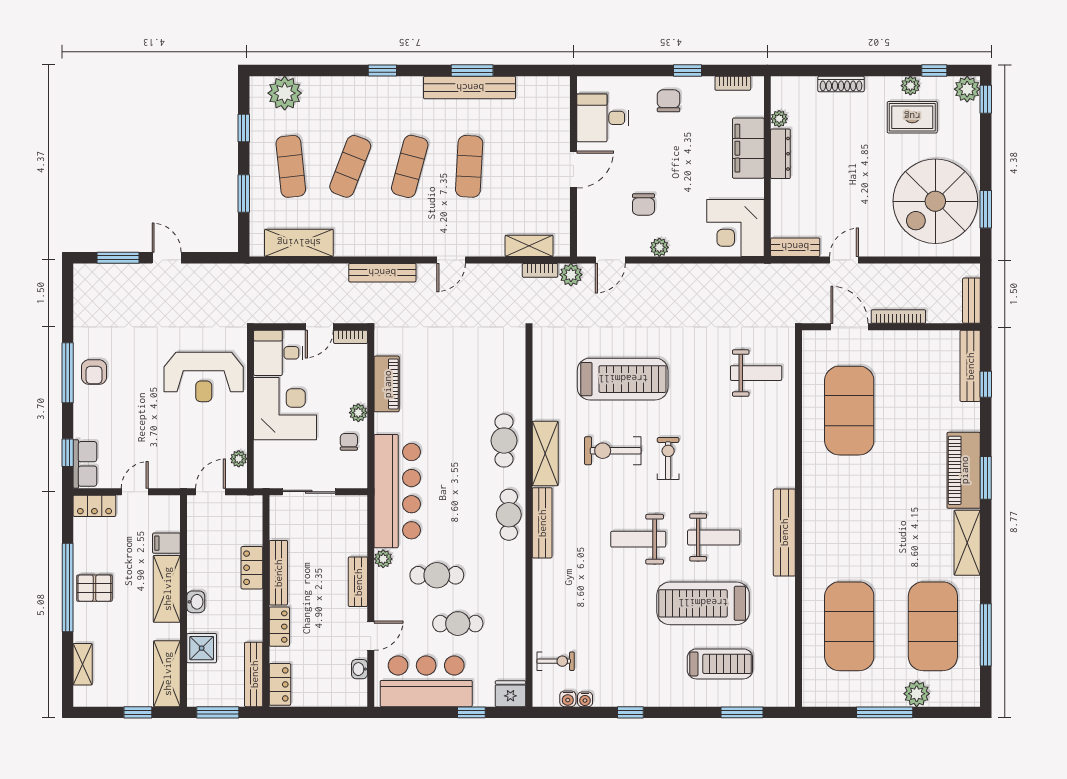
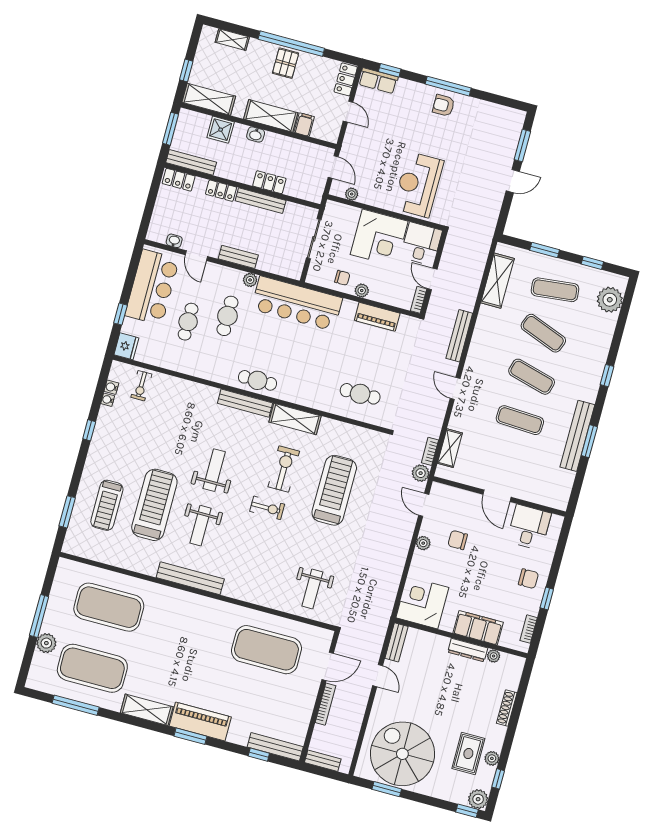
treadmill: (623, 379) -> (334, 490), turned 180
cafe table: (504, 441) -> (360, 394), moved

